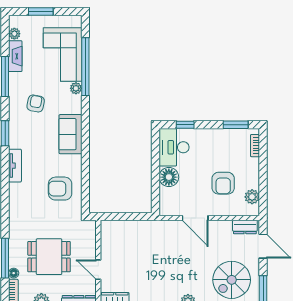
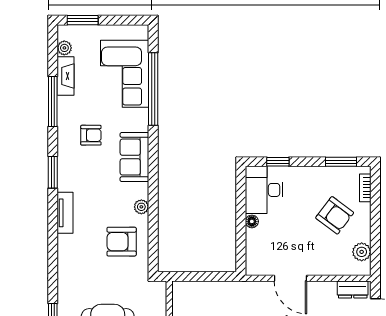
window: (41, 12) -> (83, 20), moved
plant: (76, 88) -> (141, 207), moved
armchair: (36, 103) -> (91, 135), turned 79
sofa: (70, 134) -> (134, 157), moved
floor lamp: (169, 177) -> (252, 221), width x0.53, depth x0.53
armchair: (223, 183) -> (335, 215), moved, turned -53

